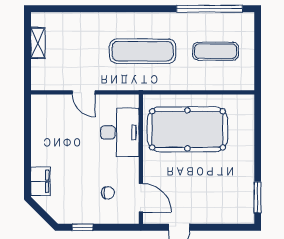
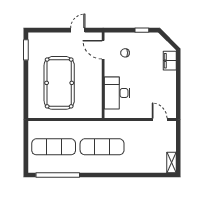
shelving: (38, 43) -> (171, 162), moved
exercise mat: (216, 51) -> (54, 147), width x1.36, depth x1.45
door: (84, 92) -> (160, 119), moved
pool table: (187, 129) -> (59, 83), moved, turned 90

